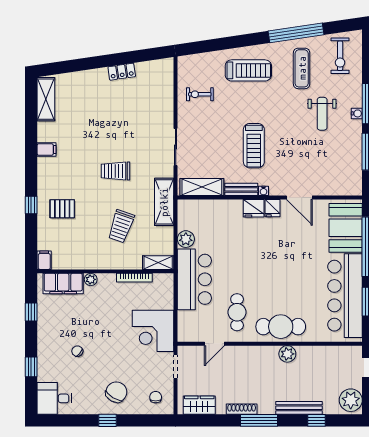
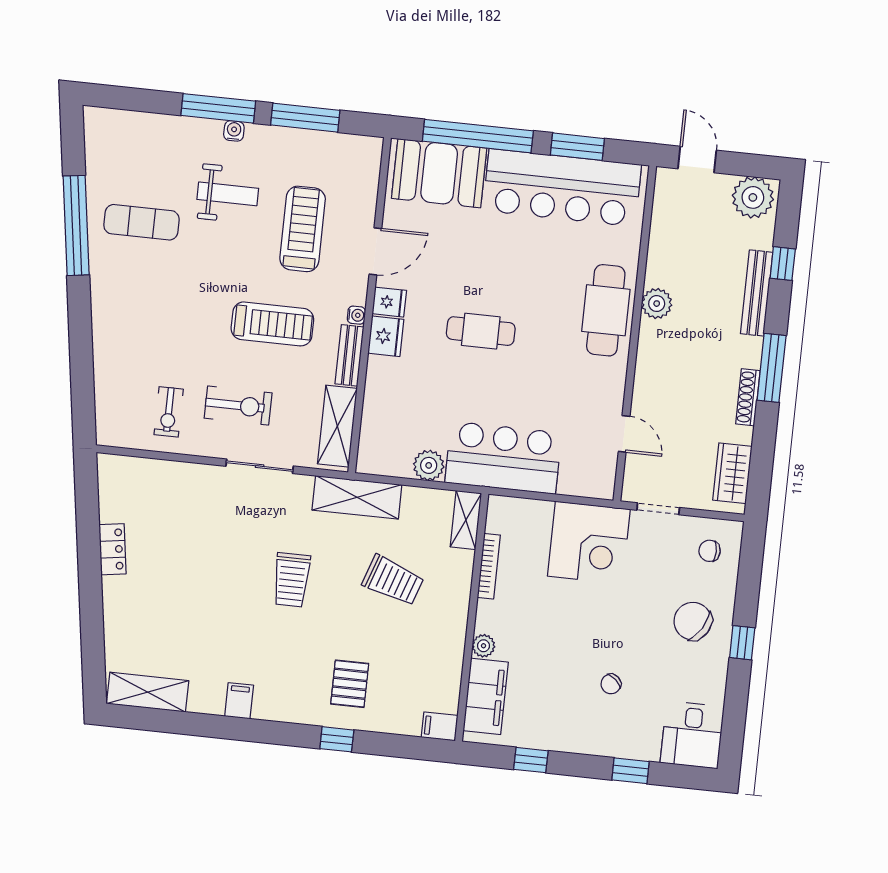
exercise bike: (340, 56) -> (238, 406), moved
treadmill: (248, 70) -> (303, 229), moved
cafe table: (237, 312) -> (481, 331), moved

